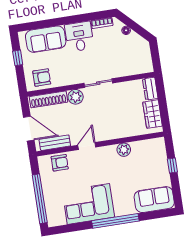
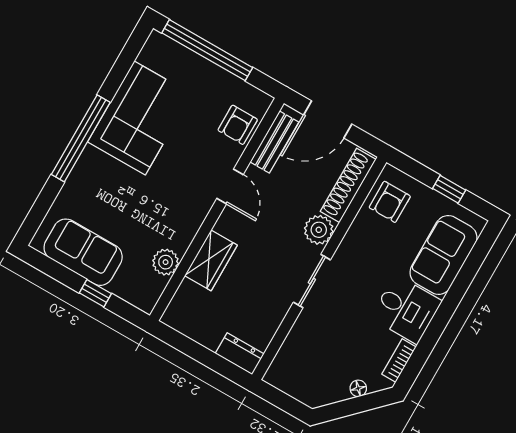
wardrobe: (153, 114) -> (211, 260), moved, turned 90
plant: (124, 150) -> (166, 262), moved
sofa: (154, 200) -> (83, 252), moved, turned -90

